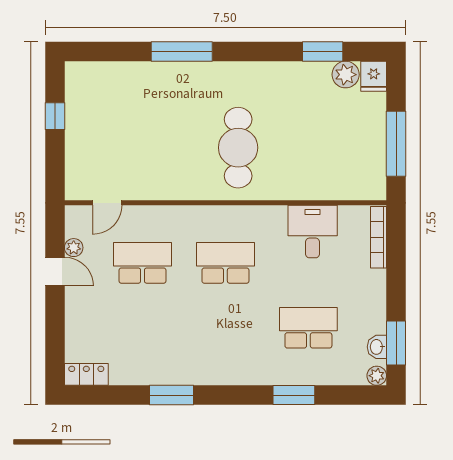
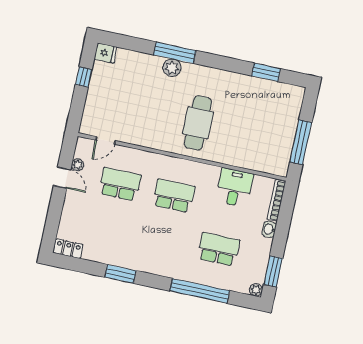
plant: (346, 75) -> (172, 68), moved
fridge: (374, 76) -> (106, 53), moved, turned -90
washbasin: (377, 347) -> (269, 229), moved
window: (294, 395) -> (200, 291), width x2.11

